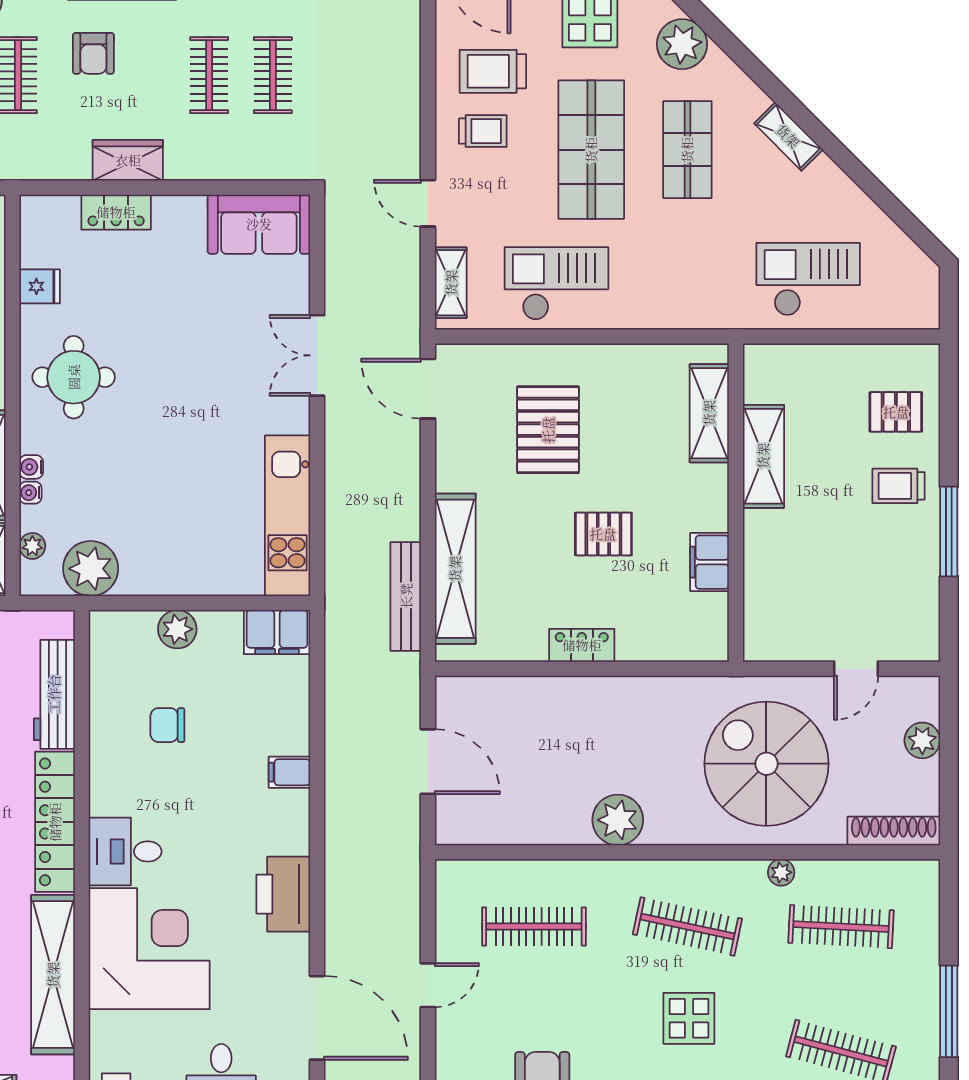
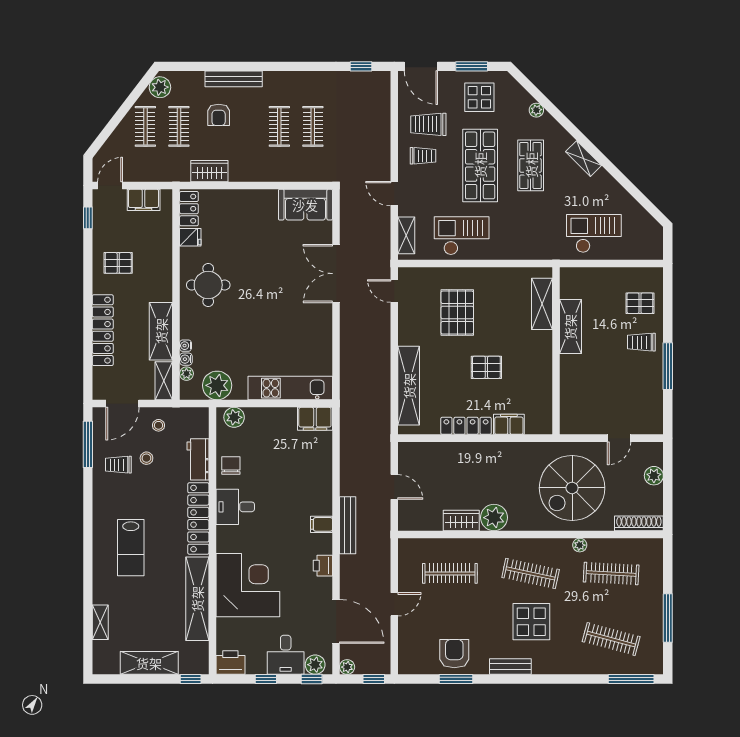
plant: (682, 44) -> (536, 110), width x0.53, depth x0.53
wardrobe: (128, 160) -> (209, 171), moved
locker: (116, 212) -> (189, 209), moved, turned -90
double door: (317, 355) -> (336, 274), width x1.37
door: (428, 389) -> (394, 291), width x0.73
water cooler: (31, 467) -> (186, 359), moved
kitchen unit: (288, 516) -> (290, 388), moved, turned 90
filing cabinet: (710, 562) -> (509, 424), moved, turned 90
bench: (406, 596) -> (348, 525), moved
plant: (177, 629) -> (234, 417), moved
locker: (582, 645) -> (466, 426), width x1.53
workbench: (54, 694) -> (198, 459), width x0.73
chair: (167, 725) -> (231, 465), moved, turned 90
door: (428, 762) -> (394, 487), width x0.73
spiral stairs: (766, 764) -> (572, 488), turned -90
filing cabinet: (289, 772) -> (321, 524), moved
wardrobe: (556, 826) -> (461, 520), added
desk: (125, 851) -> (235, 507), moved
printer: (283, 894) -> (323, 566), width x0.53, depth x0.68
display table: (689, 1018) -> (531, 622), width x1.36, depth x1.36

